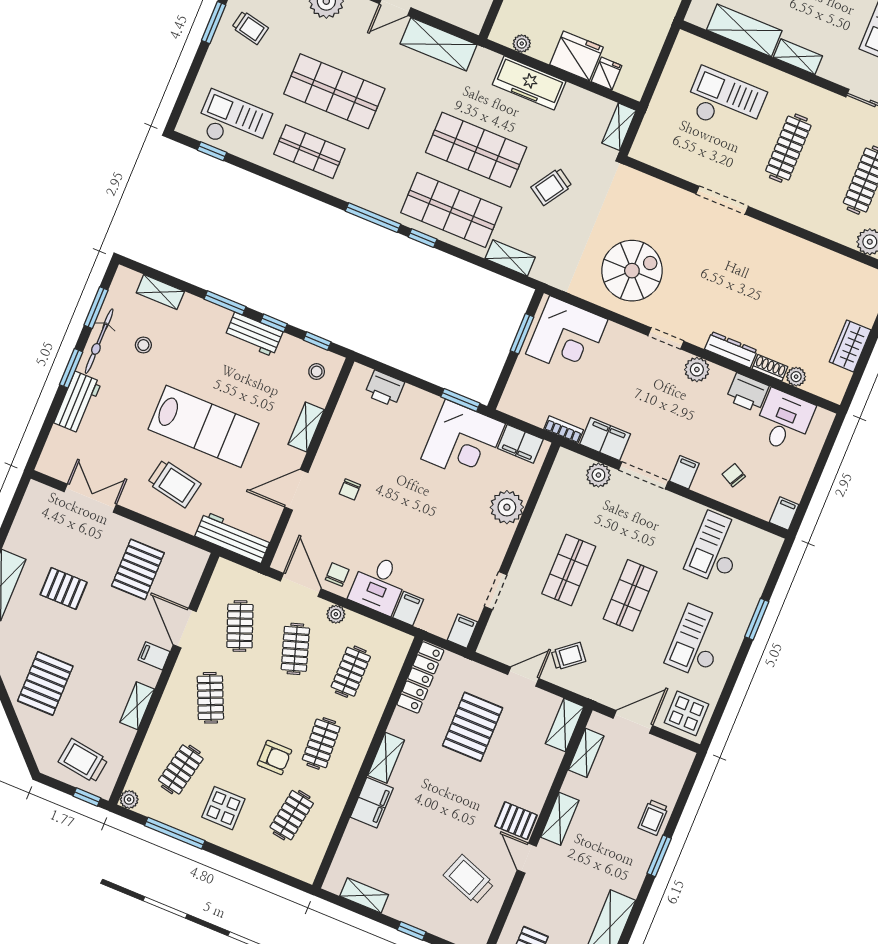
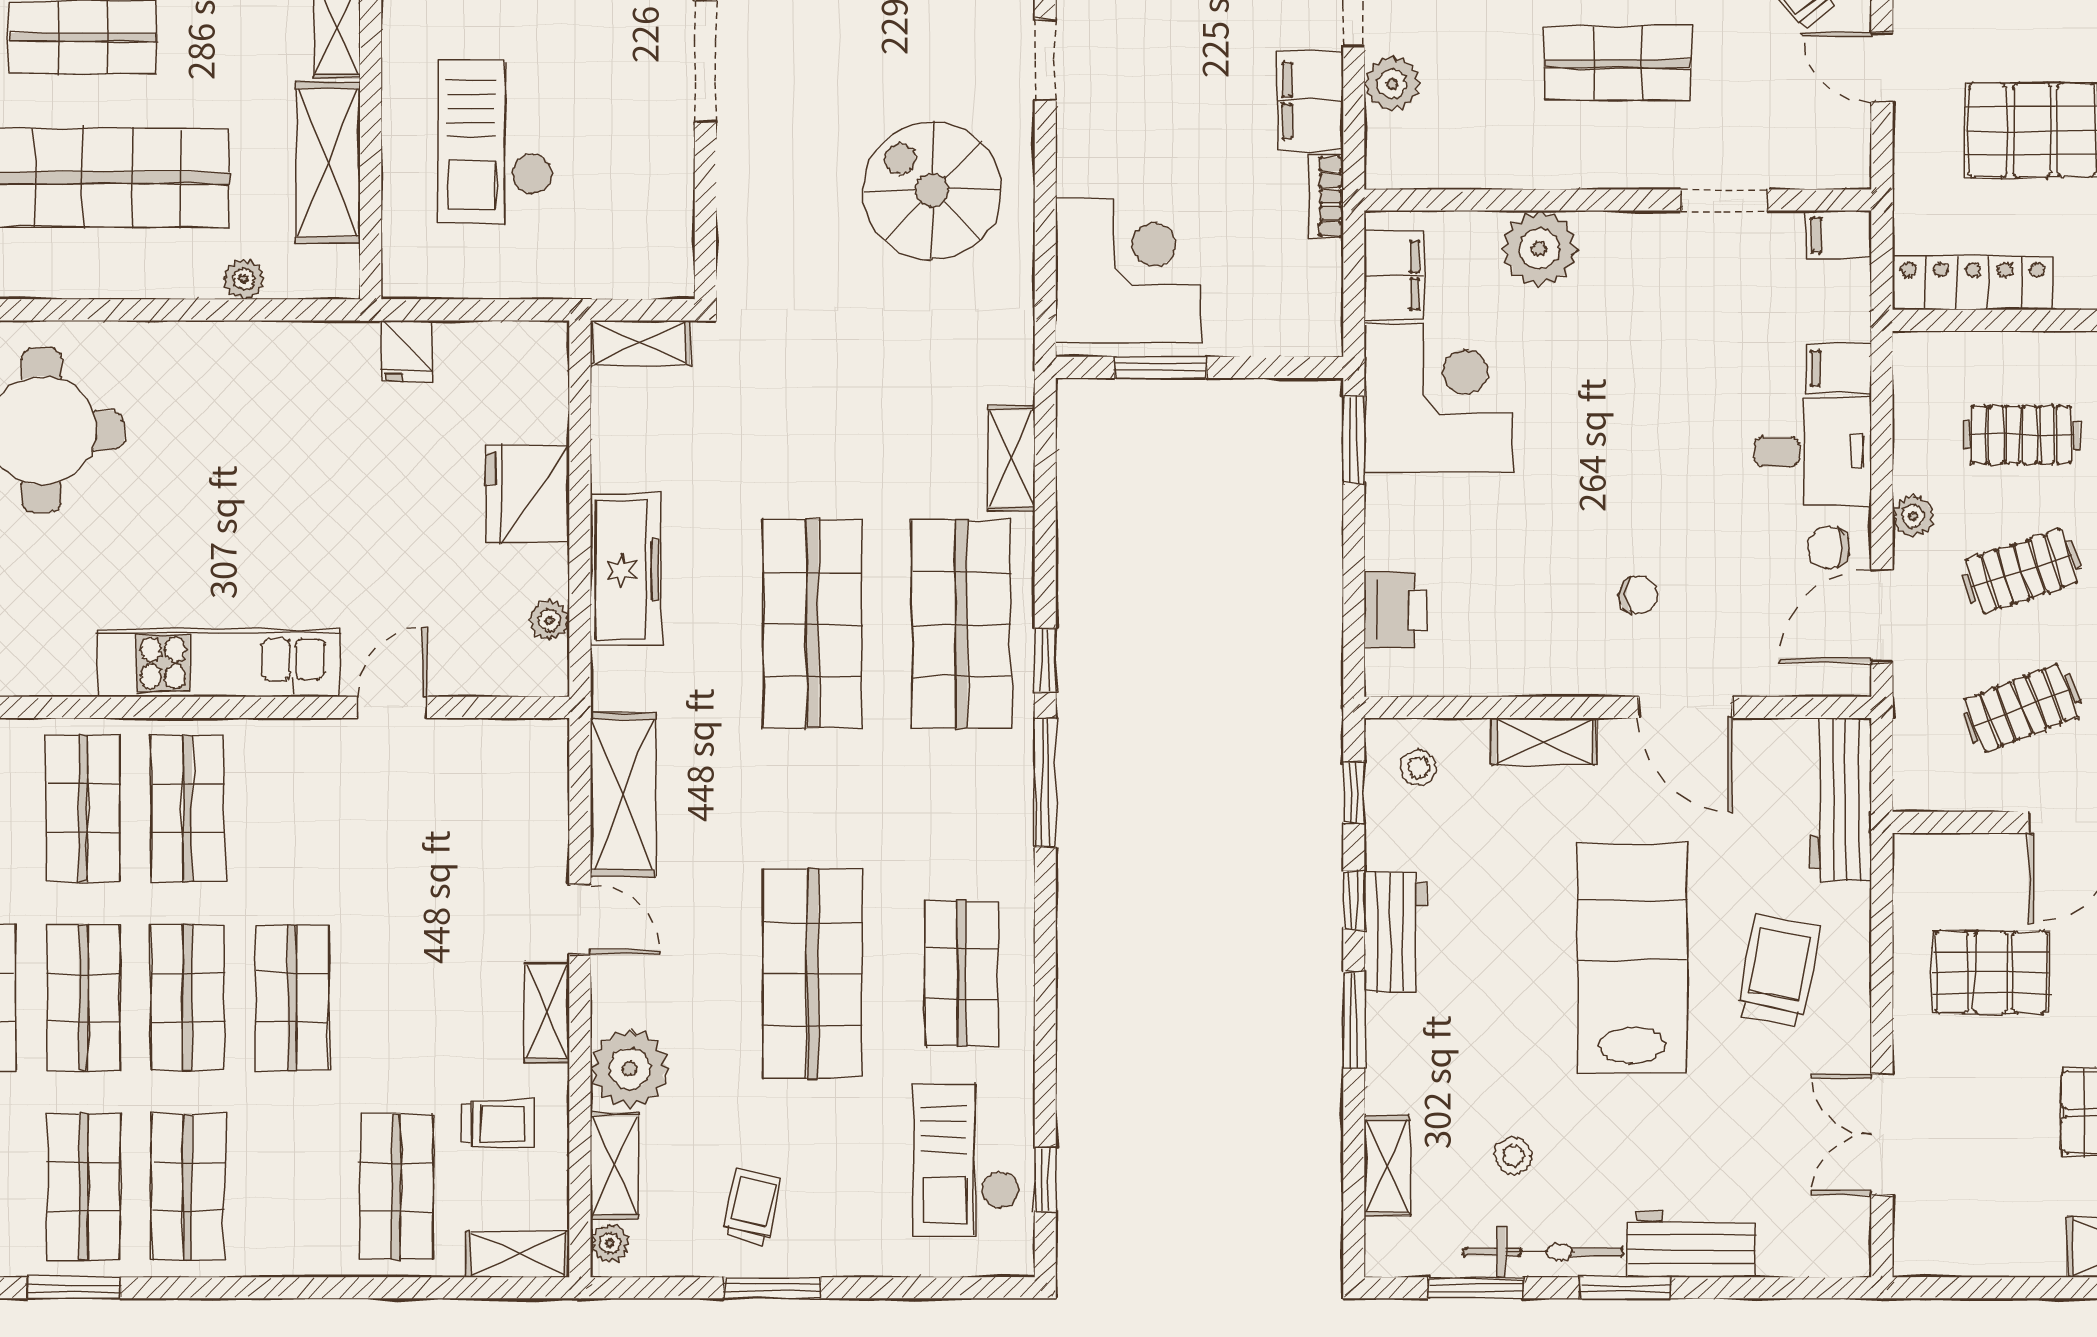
fridge: (607, 74) -> (407, 351), moved, turned -90
trolley: (551, 187) -> (825, 433), removed

